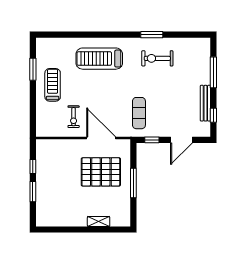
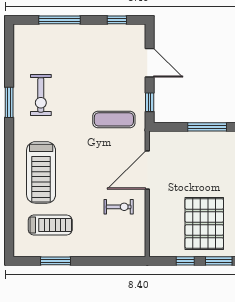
treadmill: (53, 85) -> (50, 225), moved, turned 180
bench: (205, 103) -> (101, 31), removed
pallet: (101, 172) -> (204, 223), moved

